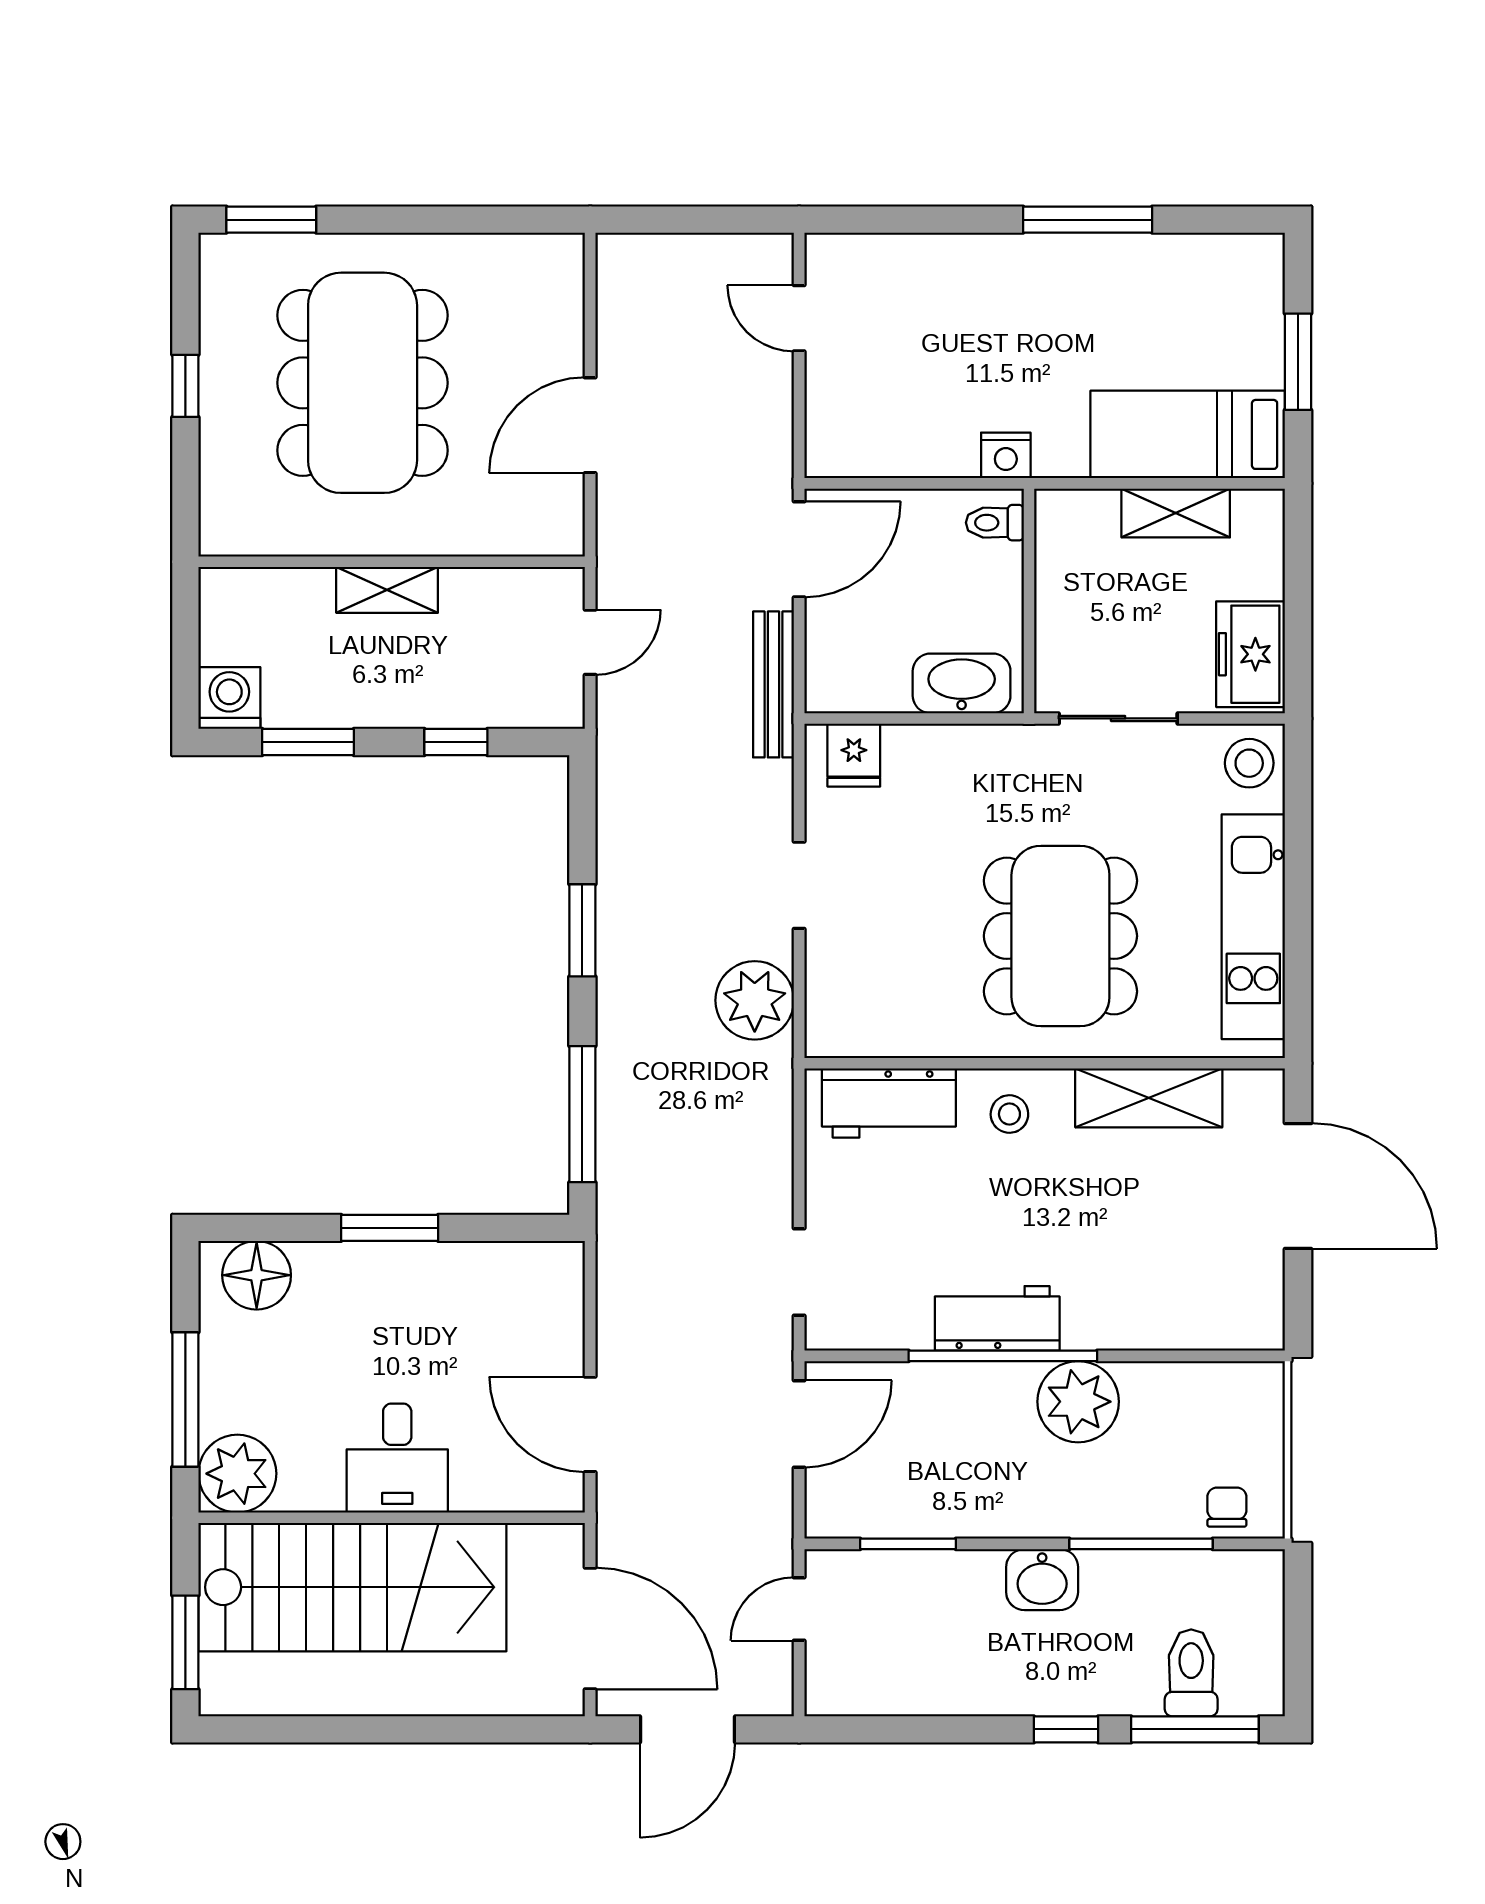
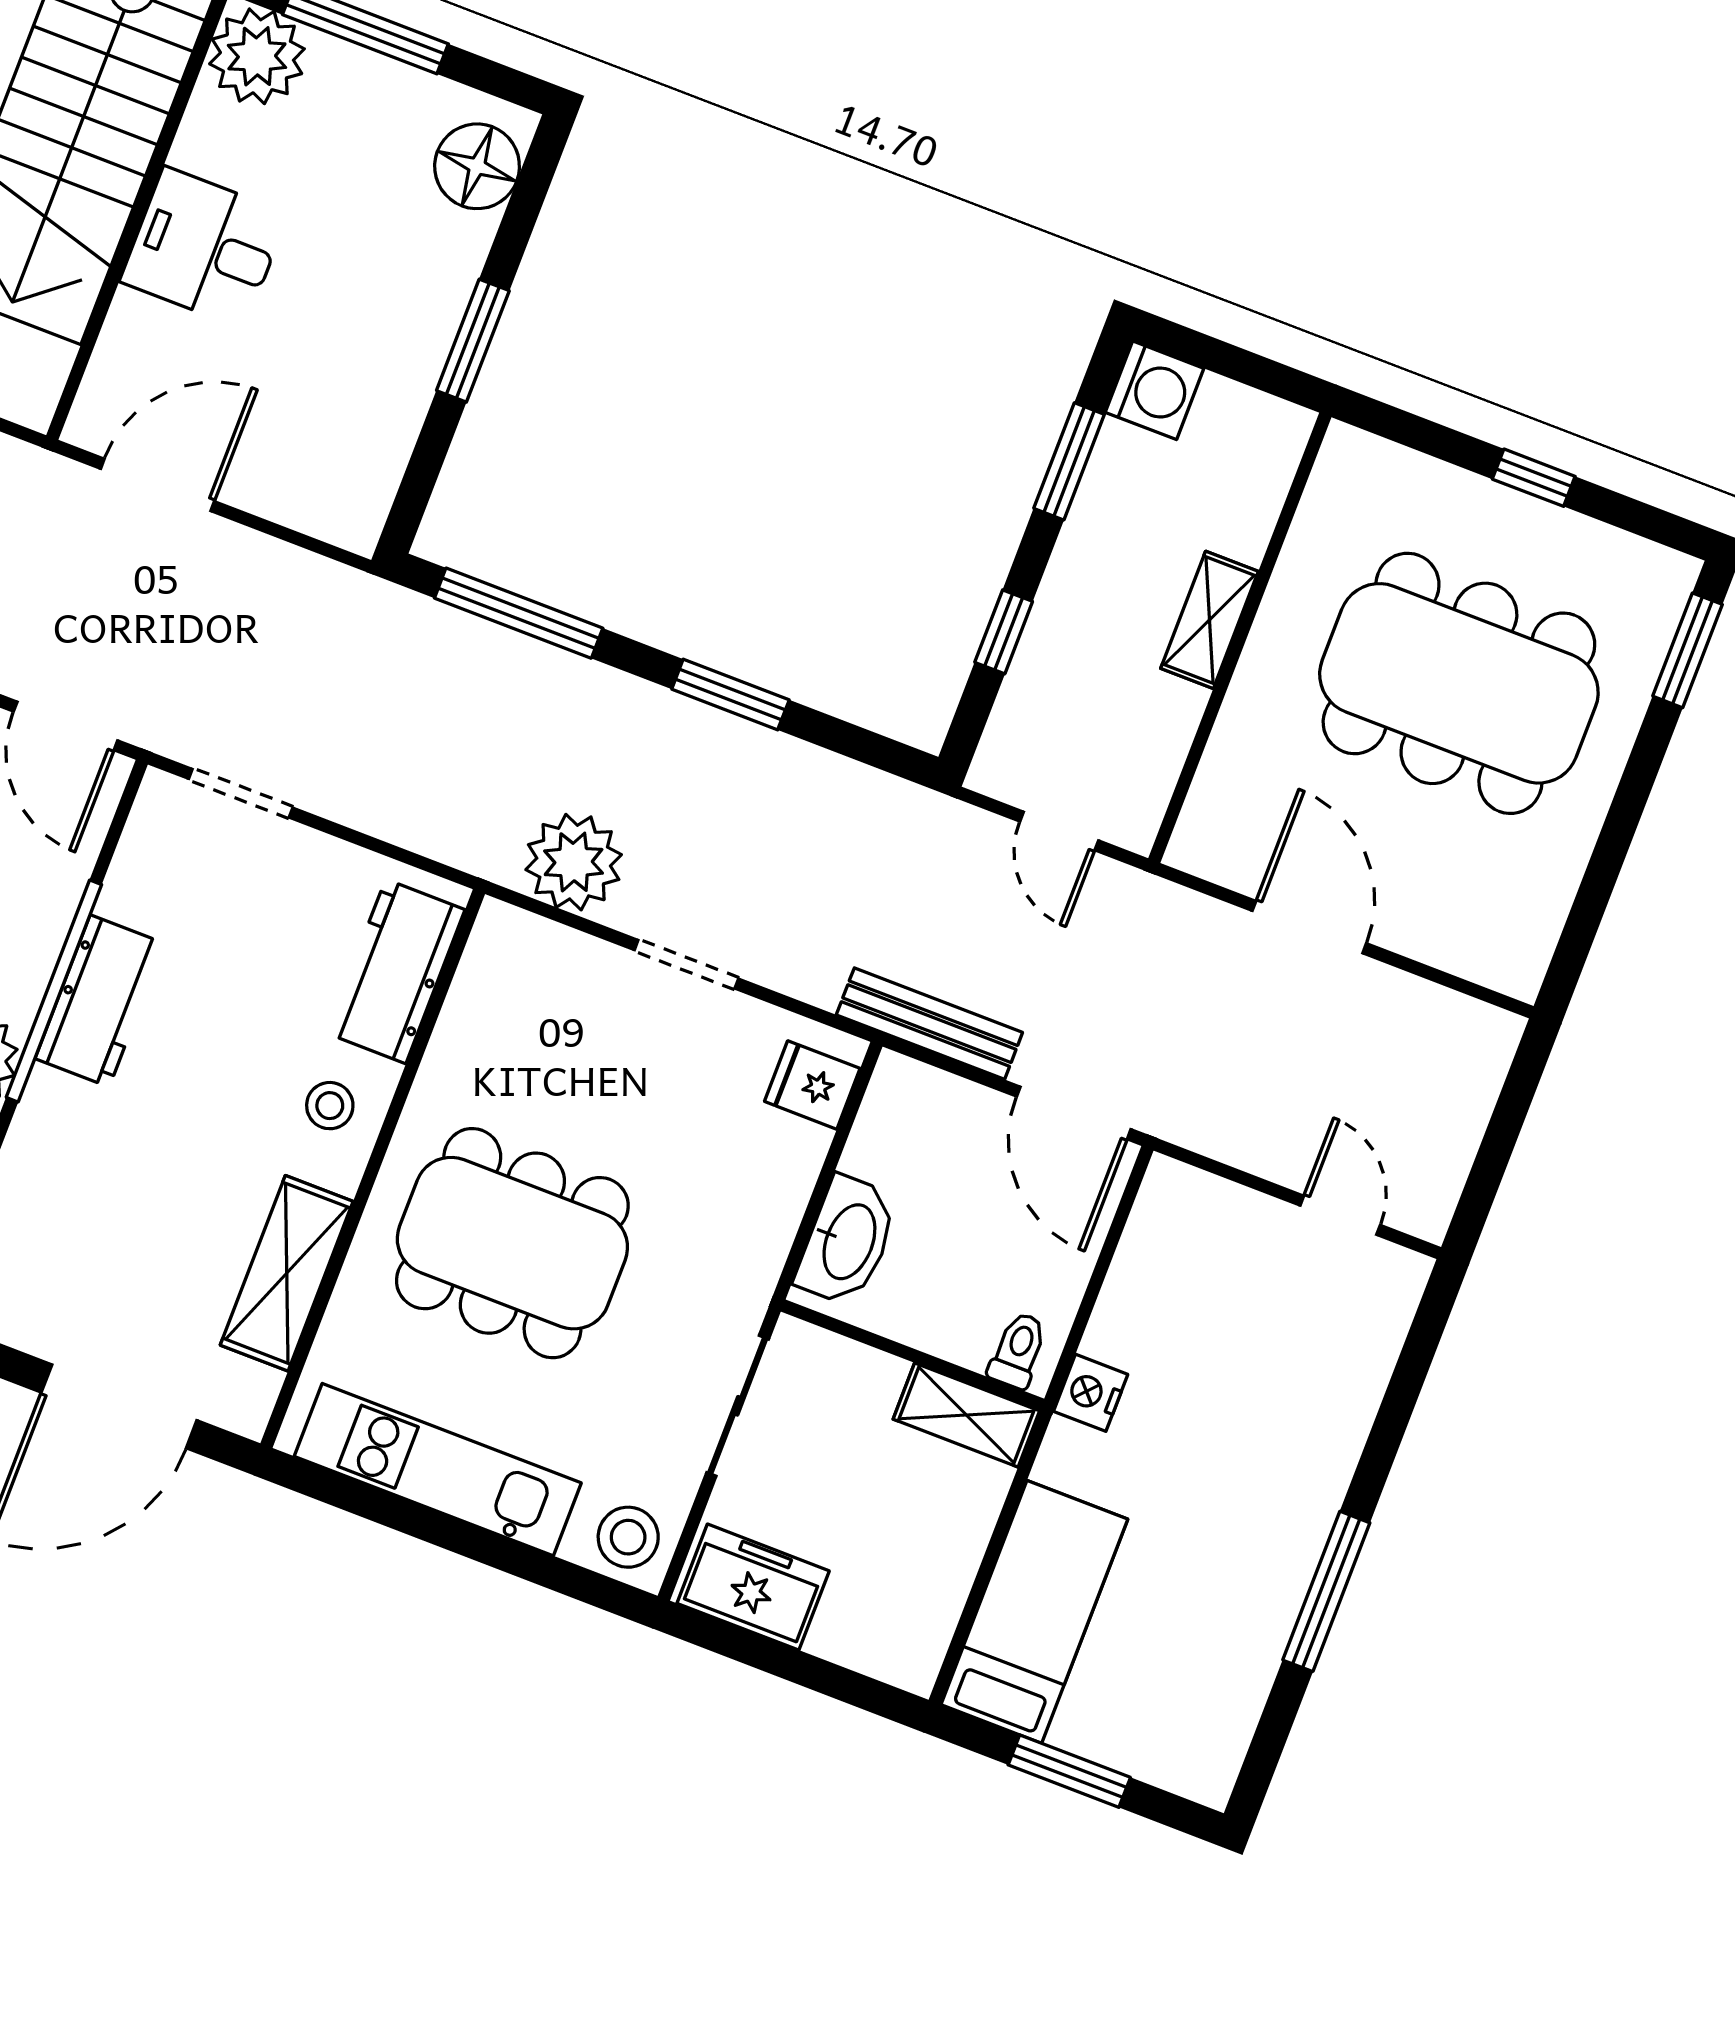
door: (799, 318) -> (1340, 1215), hinge flipped
shelving: (1176, 513) -> (966, 1415), moved, turned 90

